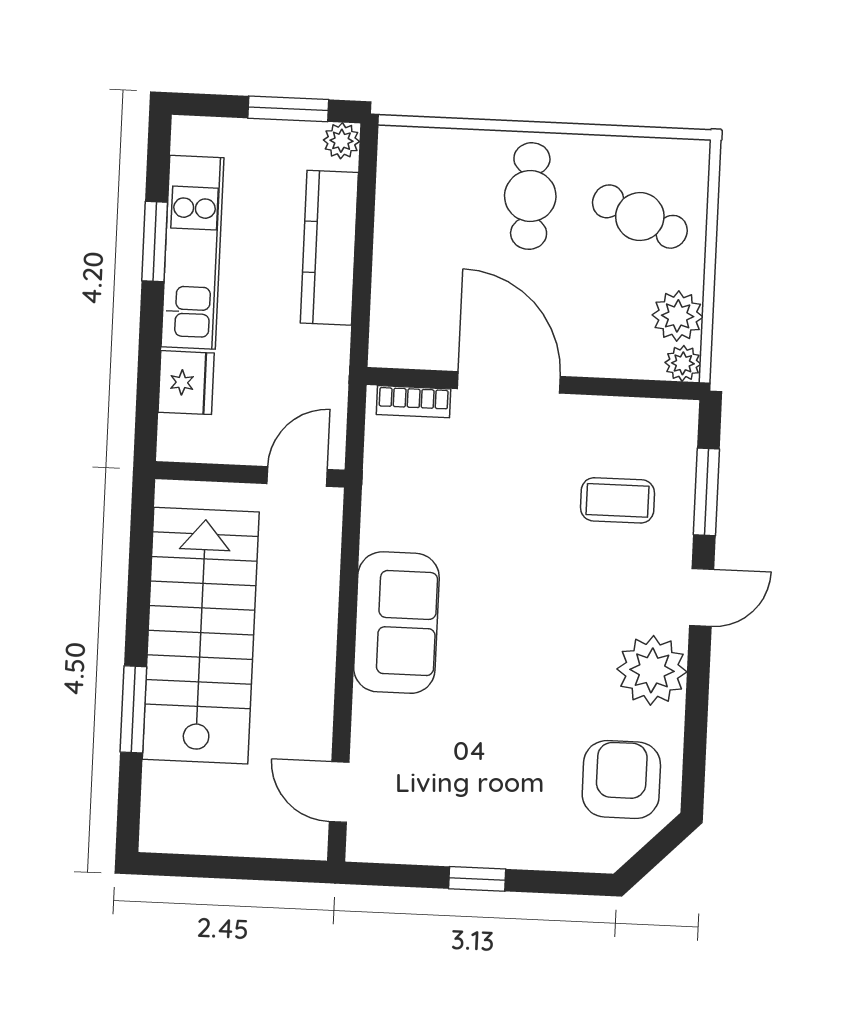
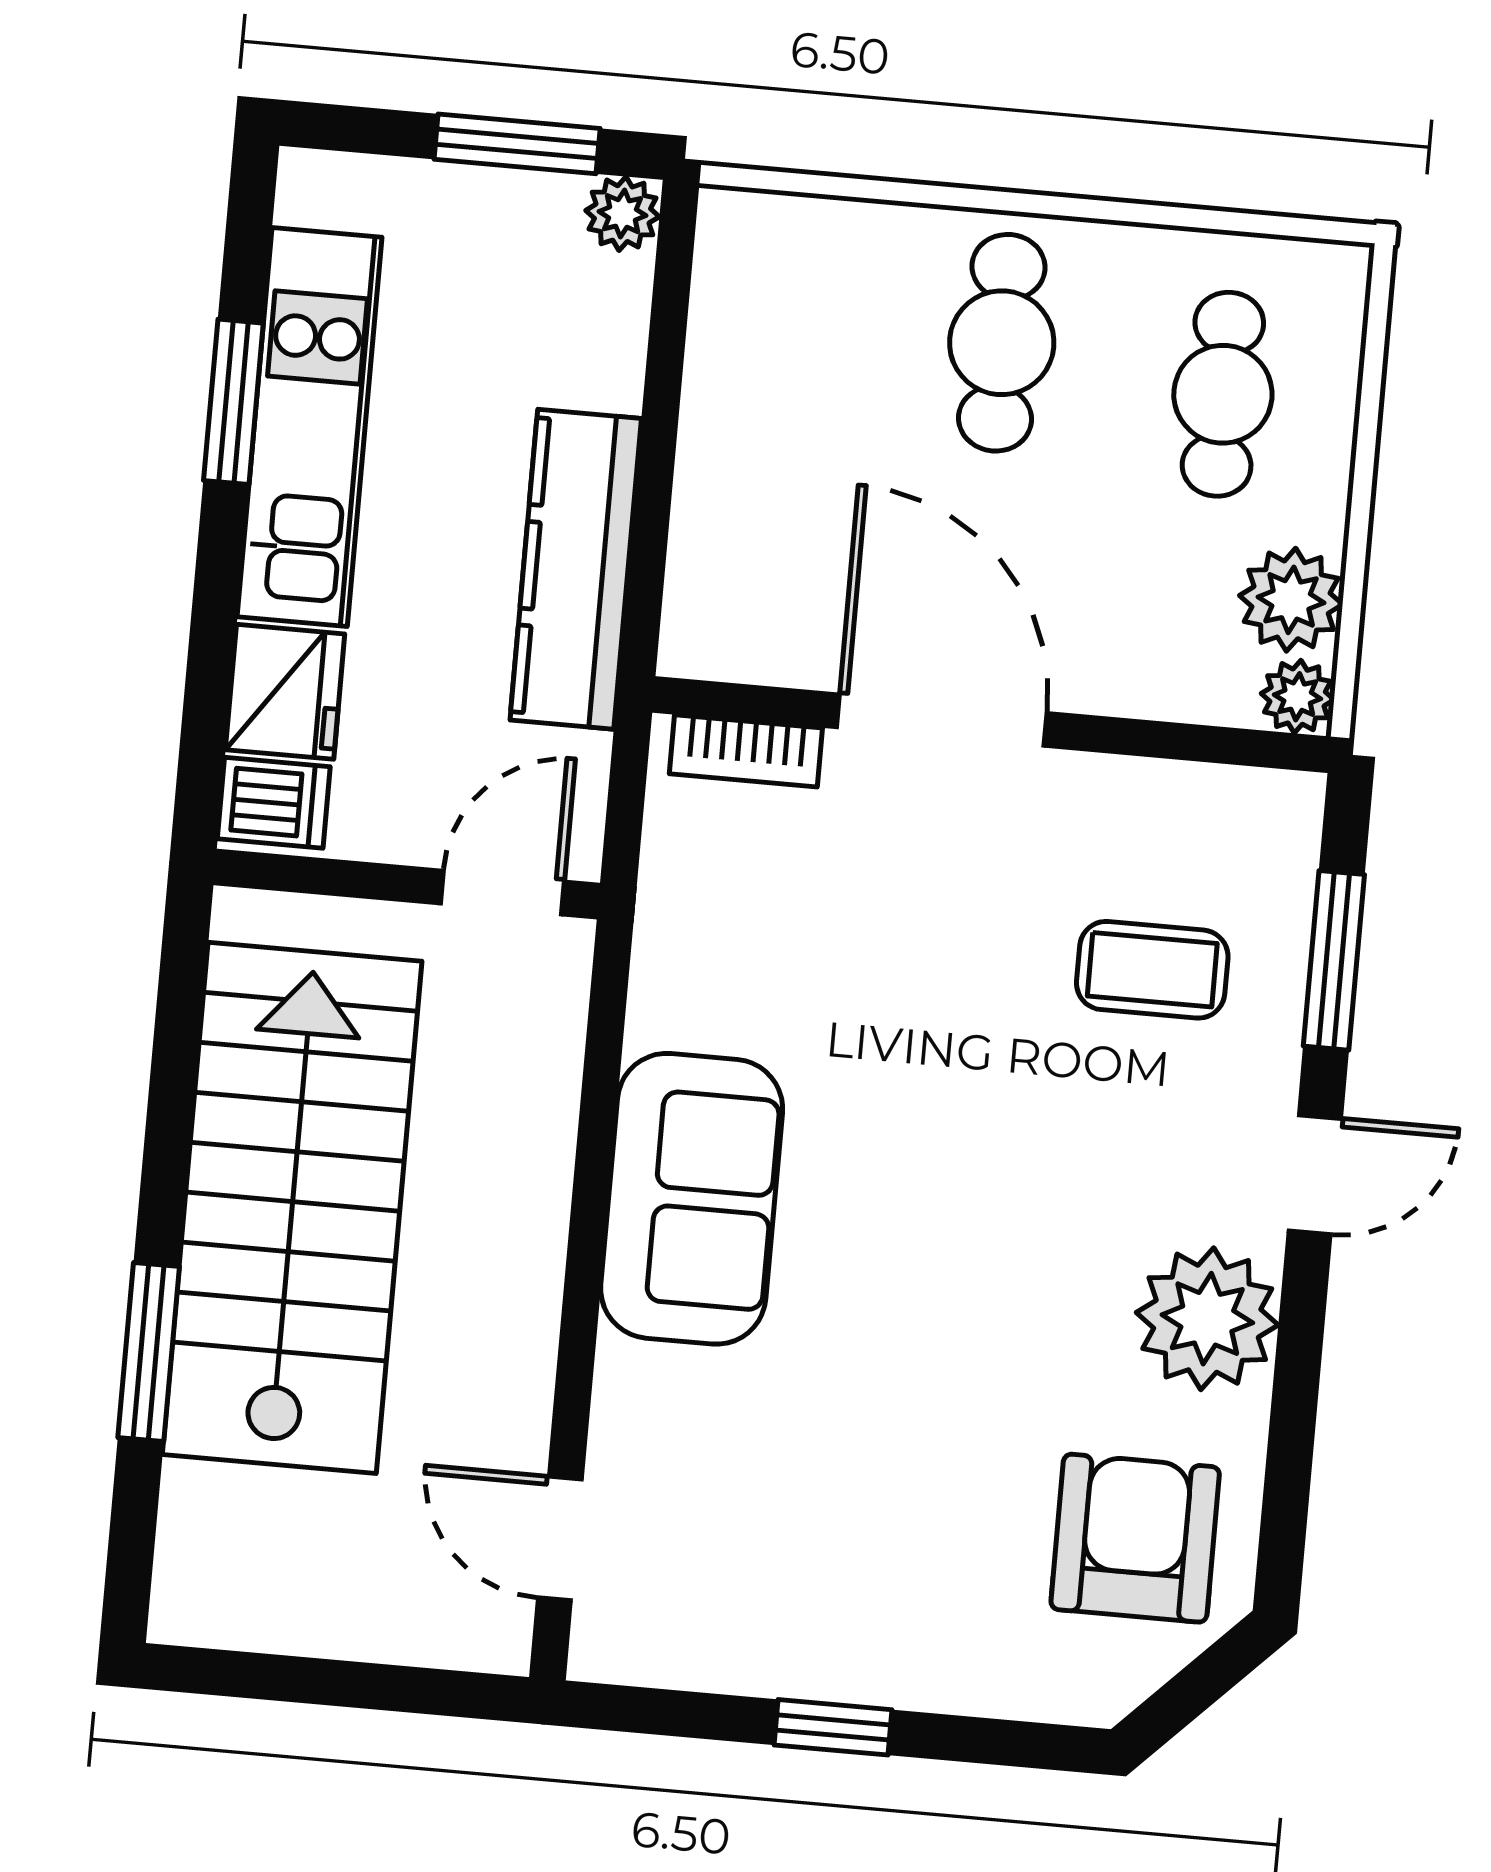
cafe table: (640, 217) -> (1223, 394), turned 67
kitchen counter: (329, 248) -> (576, 569), moved
dishwasher: (183, 437) -> (274, 803), added

